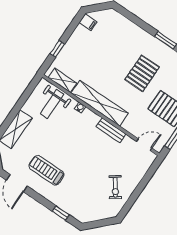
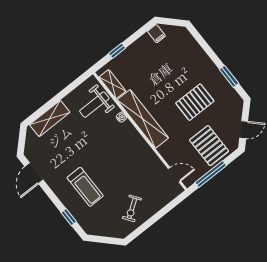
bench: (111, 130) -> (146, 150), removed
treadmill: (46, 170) -> (85, 187), moved, turned 180

